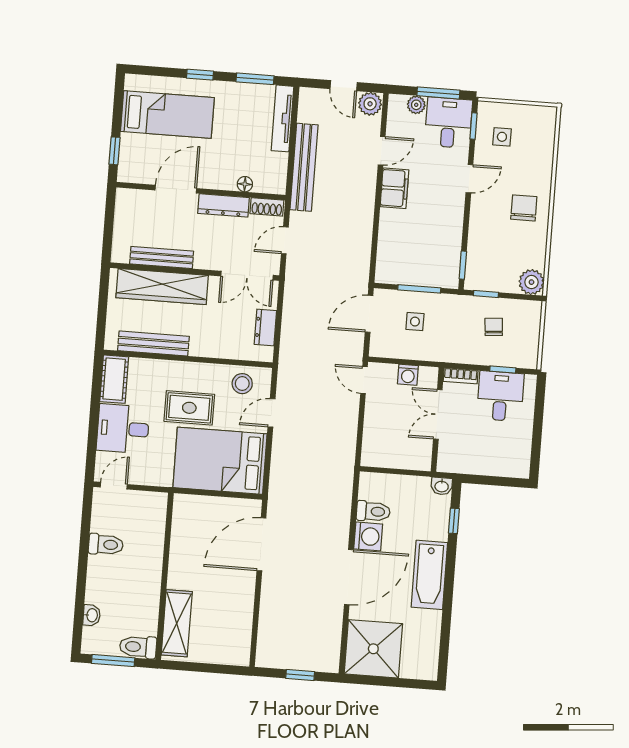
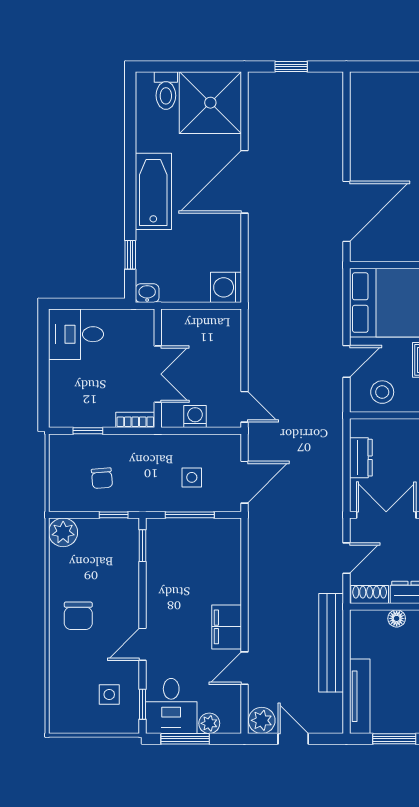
desk: (500, 396) -> (76, 334), moved, turned 90
toilet: (373, 511) -> (166, 91), moved, turned -90
washing machine: (368, 536) -> (226, 287), moved

